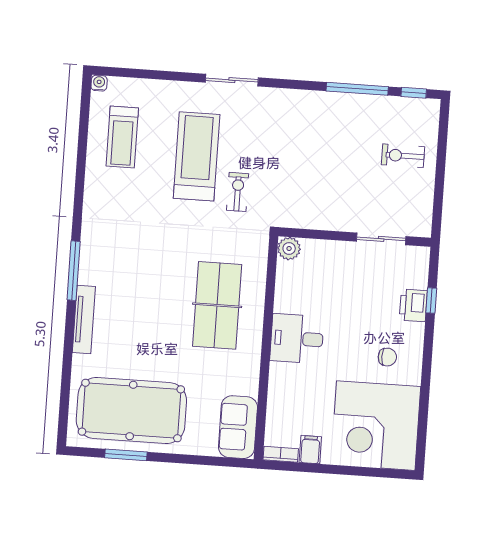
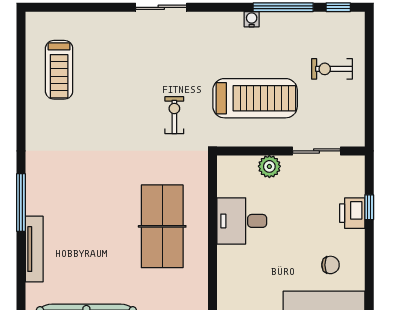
water cooler: (99, 83) -> (252, 19), moved
treadmill: (197, 156) -> (255, 98), moved, turned 90
plant: (289, 249) -> (269, 166), moved
desk: (297, 339) -> (242, 221), moved

